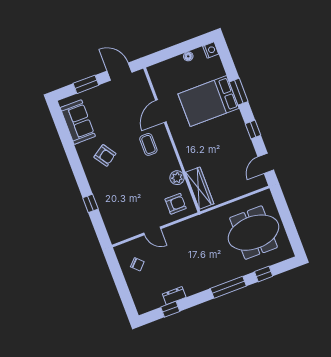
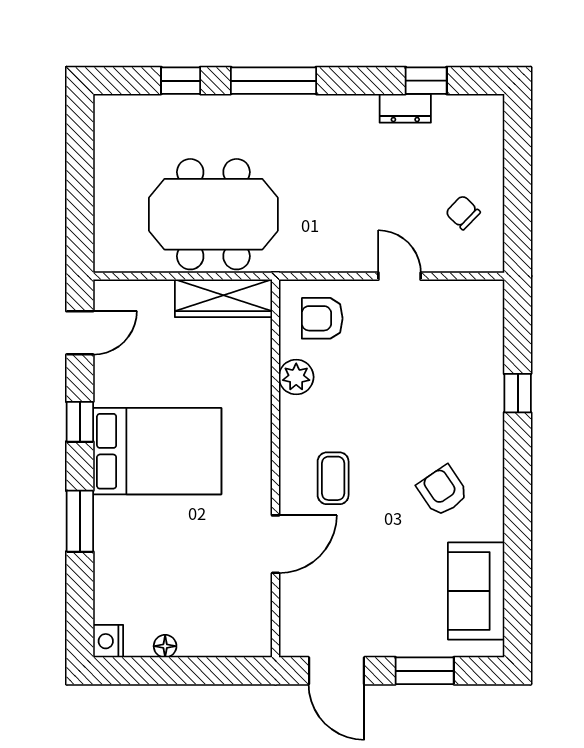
bed: (209, 101) -> (157, 451), moved
wardrobe: (200, 188) -> (223, 298), moved, turned -90
meeting table: (254, 233) -> (213, 214), moved

